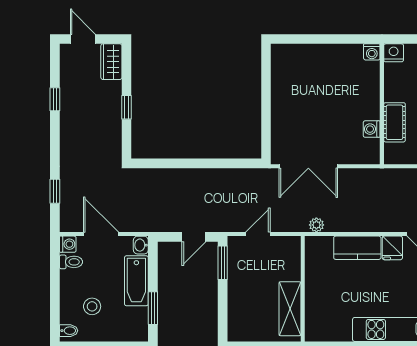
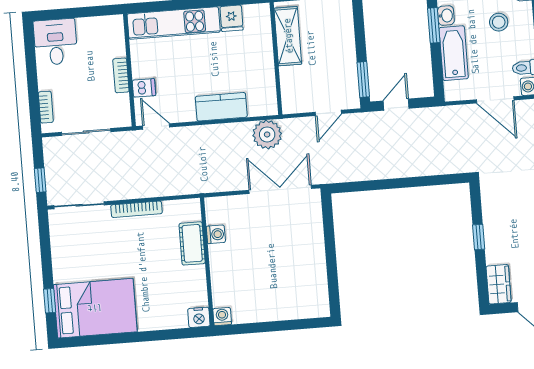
plant: (316, 225) -> (267, 134), width x1.88, depth x1.88
washbasin: (141, 245) -> (446, 16), moved
fridge: (392, 248) -> (231, 18), moved, turned 180

